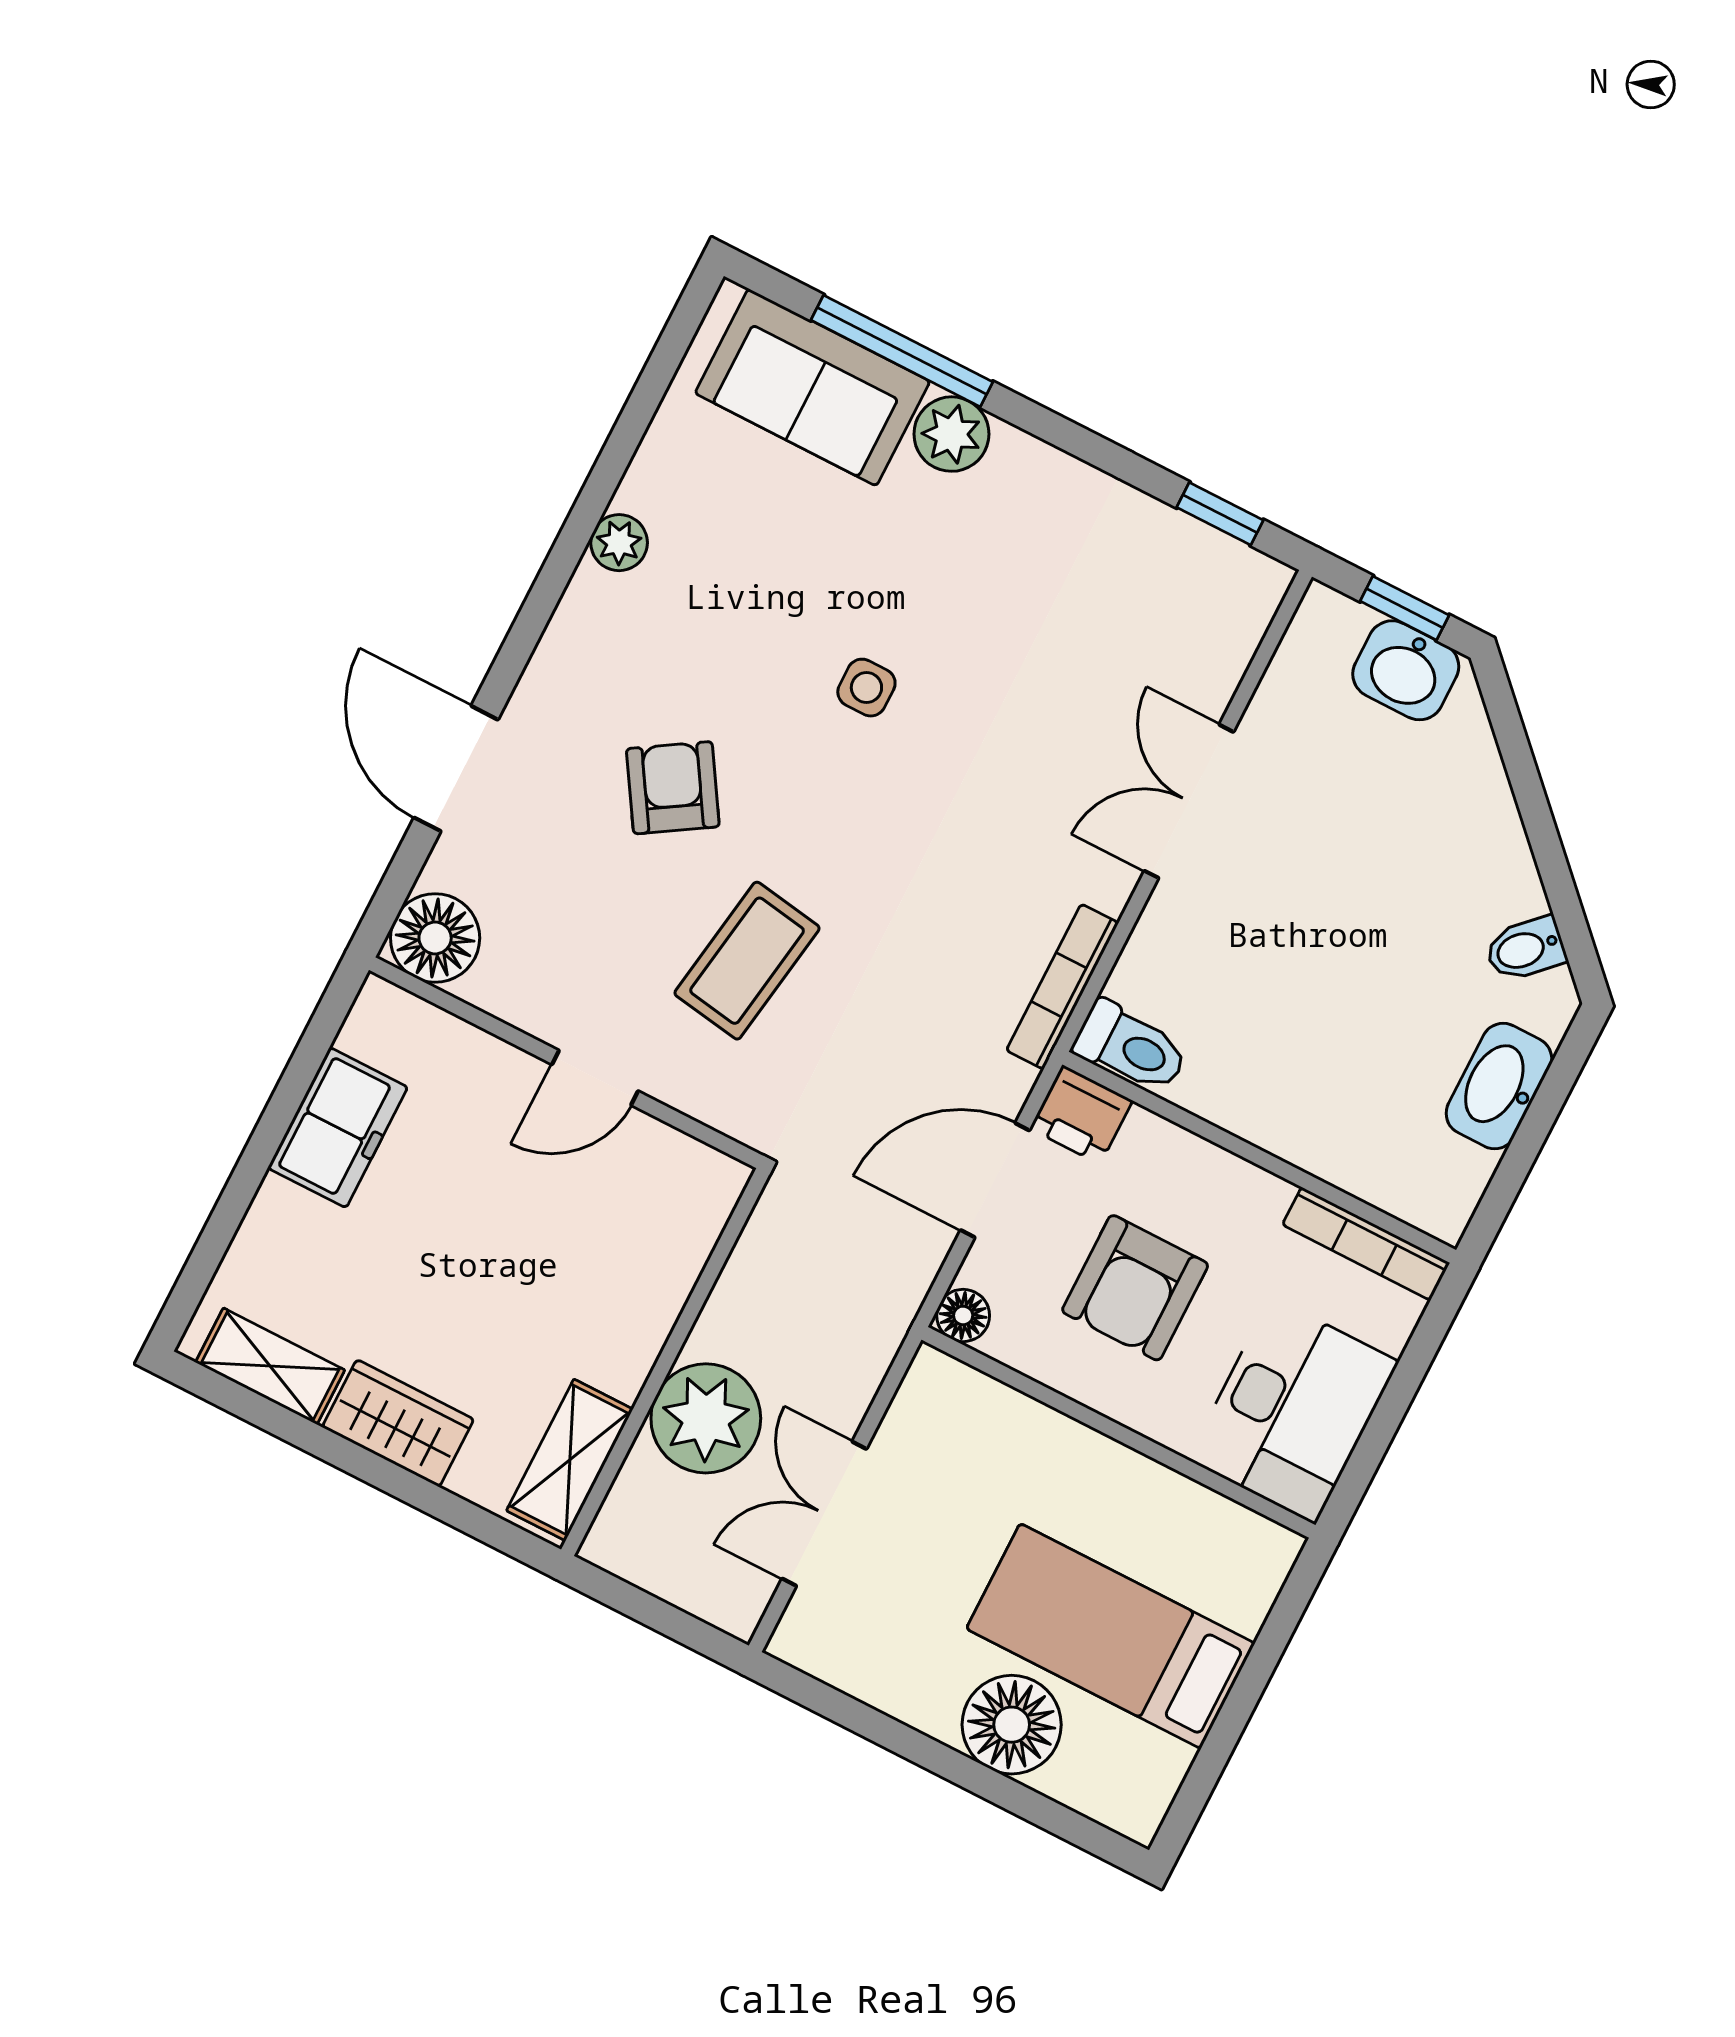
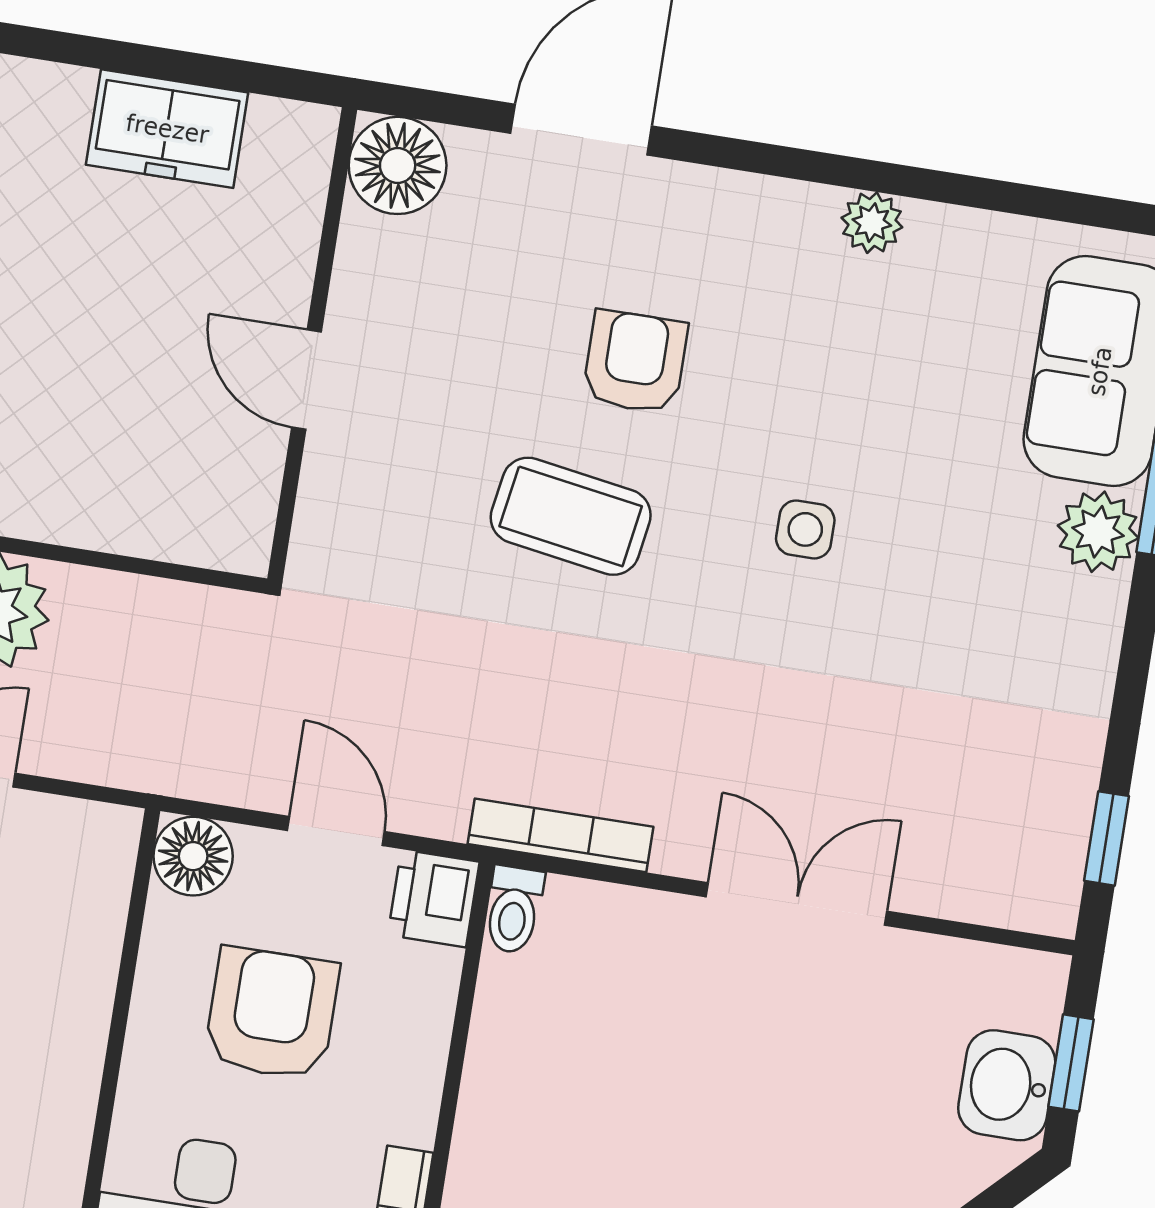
armchair: (673, 788) -> (635, 362), turned -58
coffee table: (747, 961) -> (571, 516), moved
toilet: (1131, 1047) -> (514, 910), width x0.73, depth x0.72
door: (995, 1180) -> (336, 831), width x0.73
armchair: (1135, 1288) -> (272, 1014), turned 90
floor lamp: (963, 1315) -> (193, 856), width x1.37, depth x1.37

